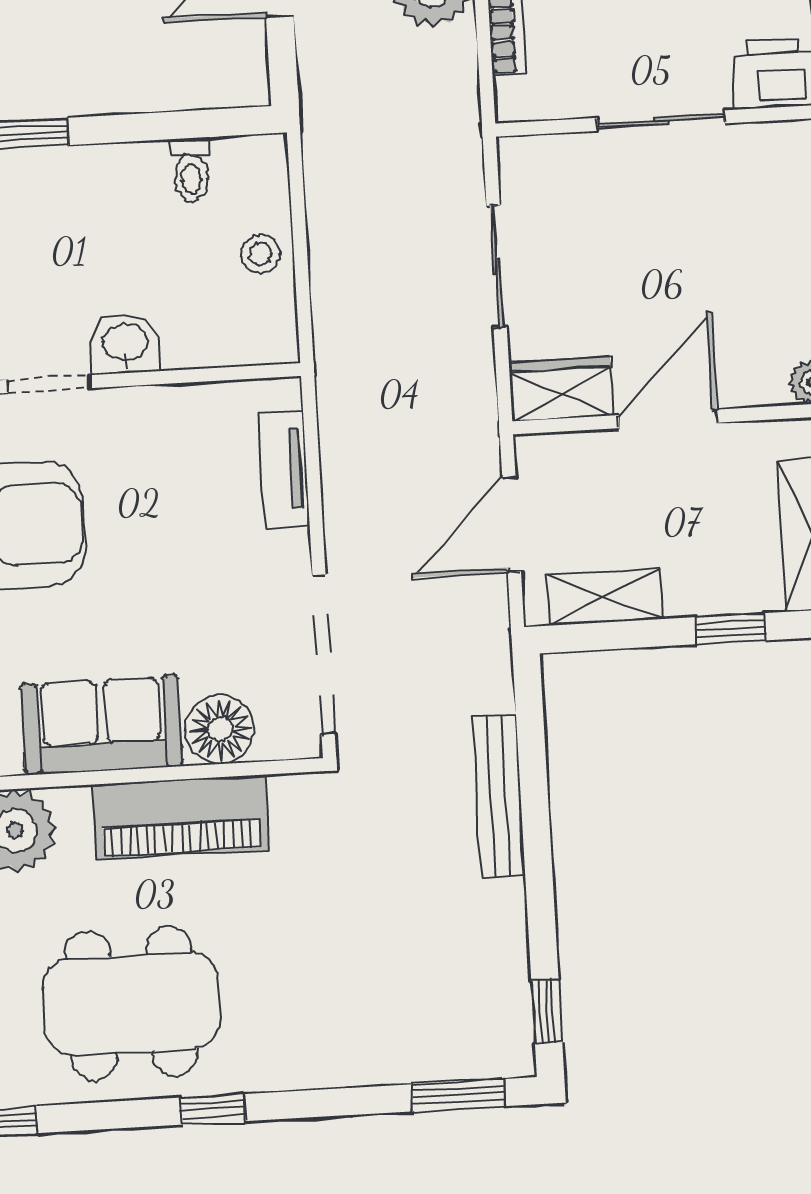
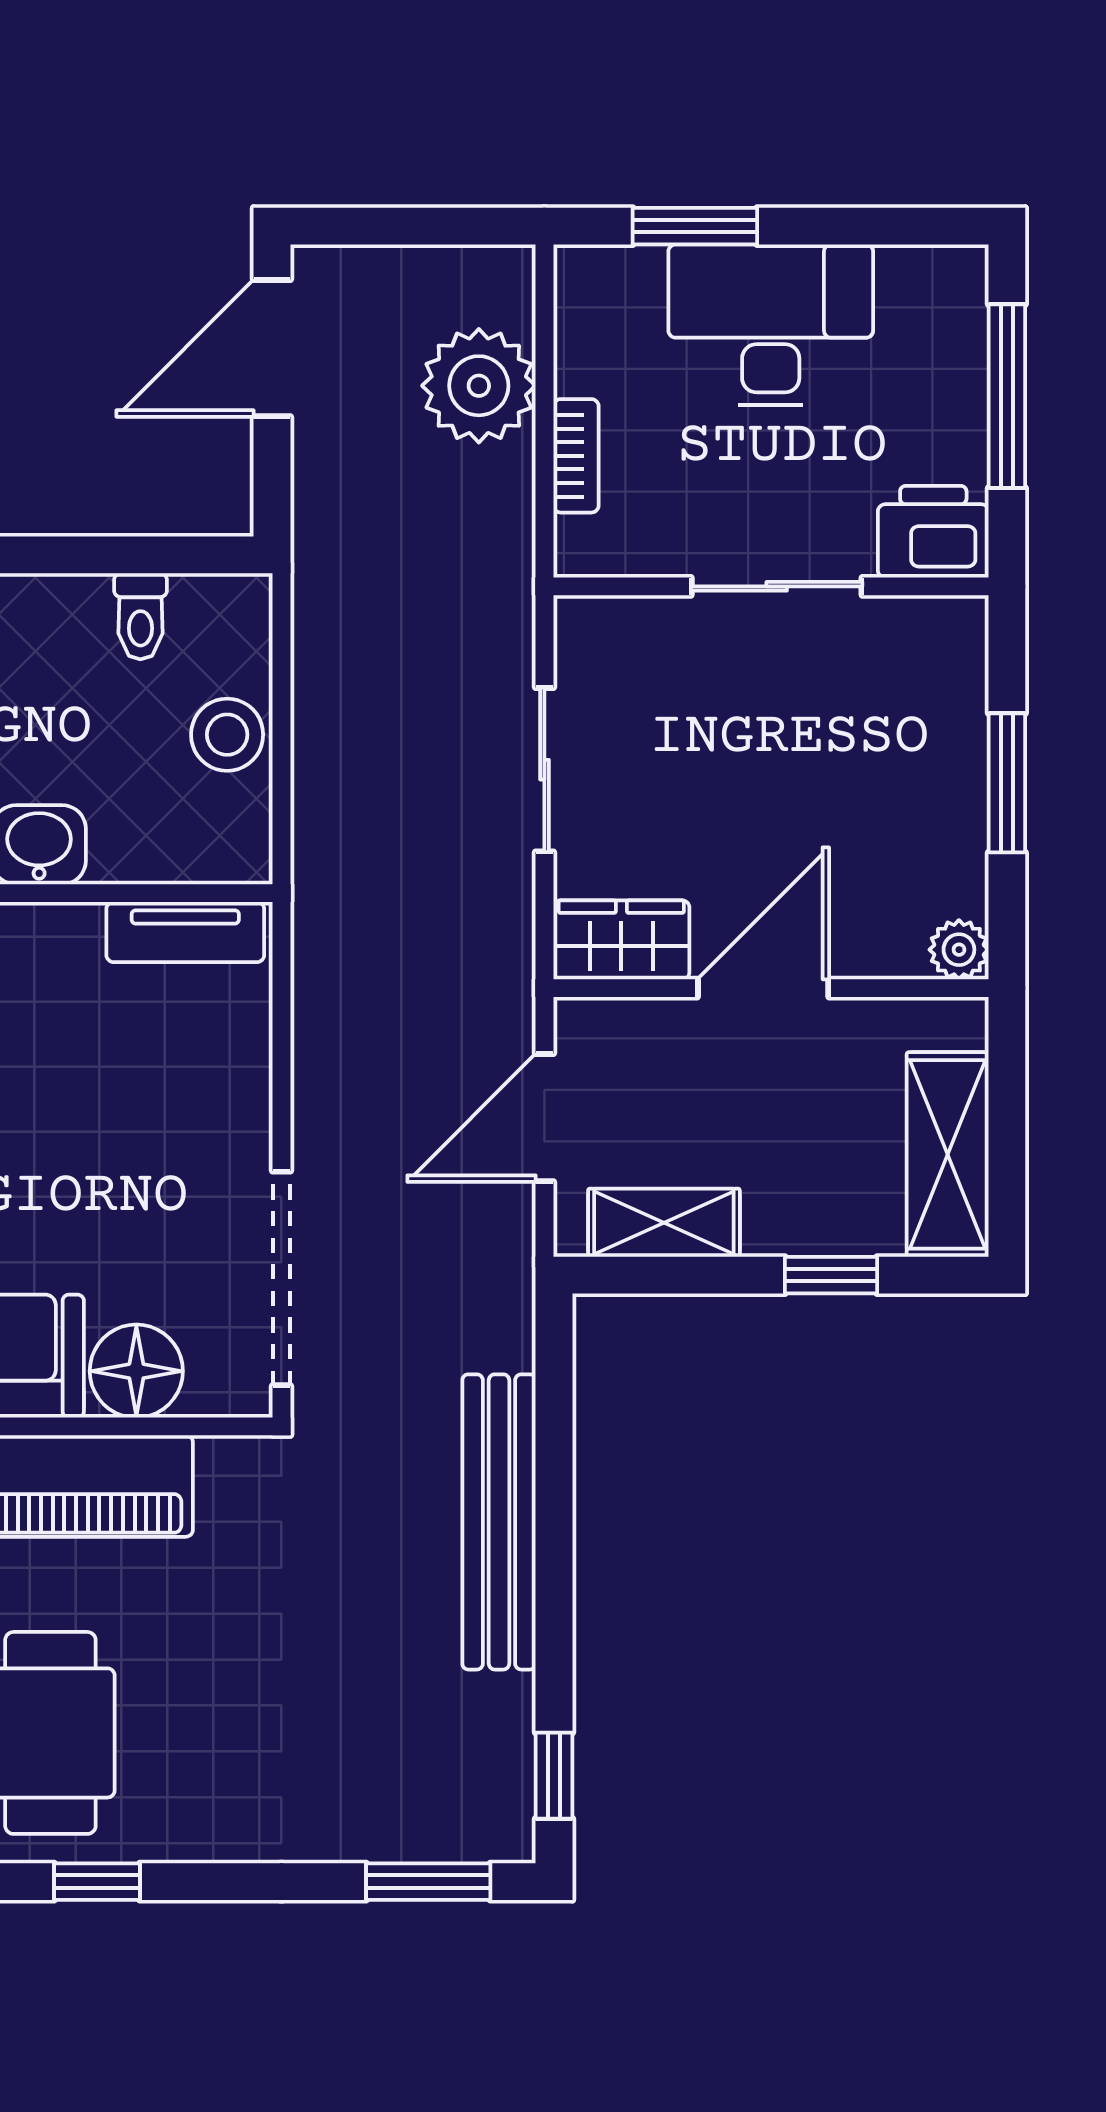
stool: (260, 254) -> (227, 735), width x1.37, depth x1.37
tv unit: (284, 469) -> (185, 932), moved, turned -90
bench: (498, 796) -> (499, 1522), width x1.37, depth x1.21

